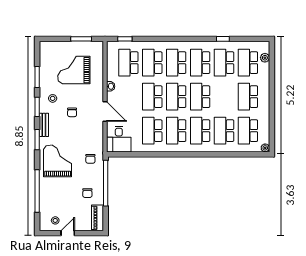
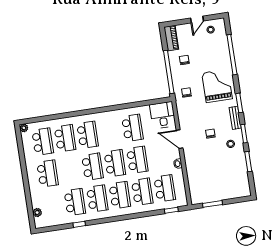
school desk: (248, 63) -> (52, 205), removed
grand piano: (74, 70) -> (215, 174), removed
school desk: (176, 131) -> (110, 131), removed
grand piano: (58, 161) -> (217, 86), turned 180

